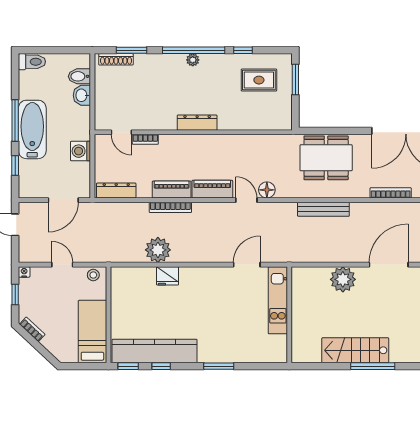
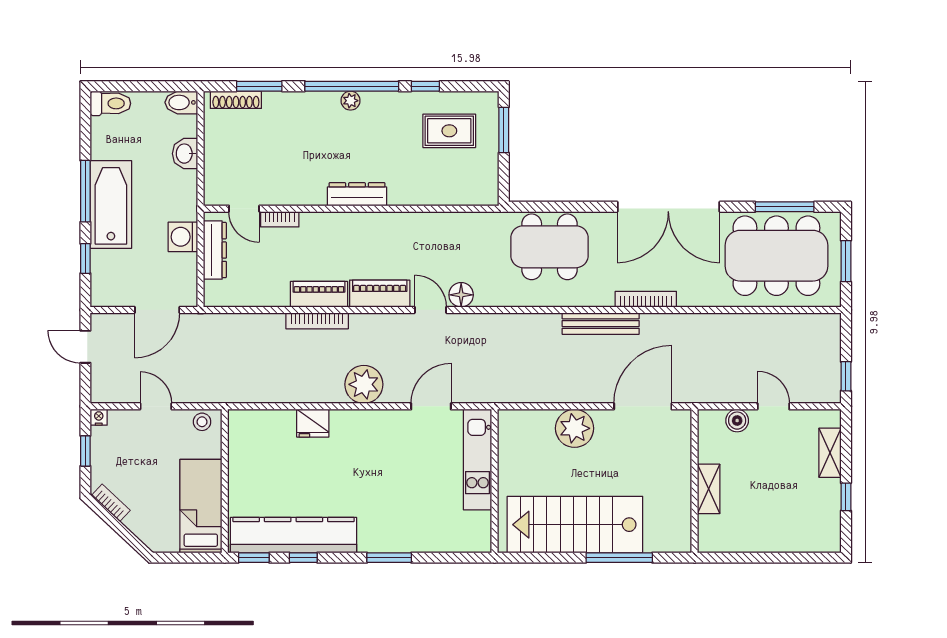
bidet: (79, 76) -> (181, 102), moved
dresser: (116, 190) -> (215, 250), moved, turned 90
bench: (323, 209) -> (601, 324), moved
plant: (158, 250) -> (364, 384), moved
stairs: (355, 350) -> (575, 525), width x1.36, depth x1.51

